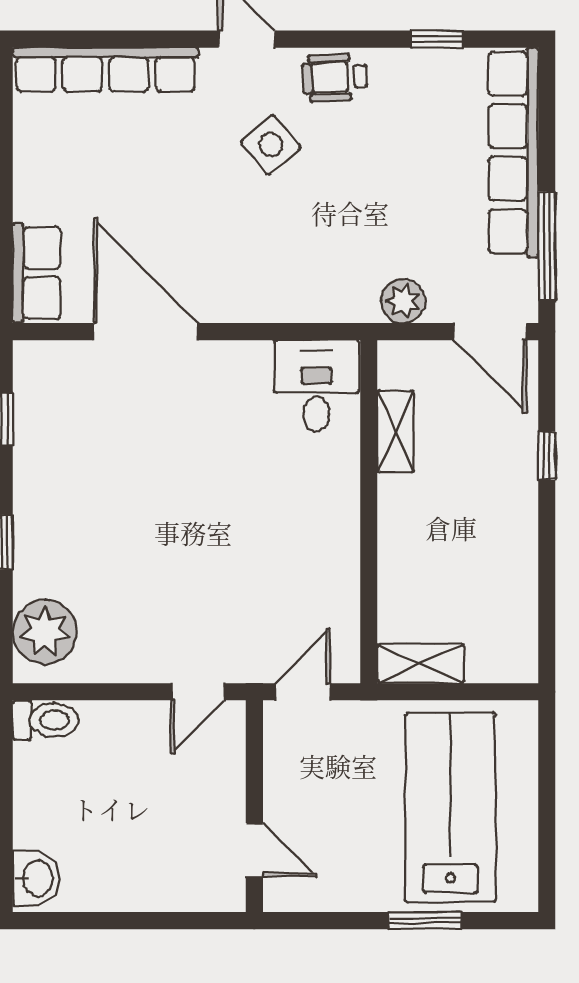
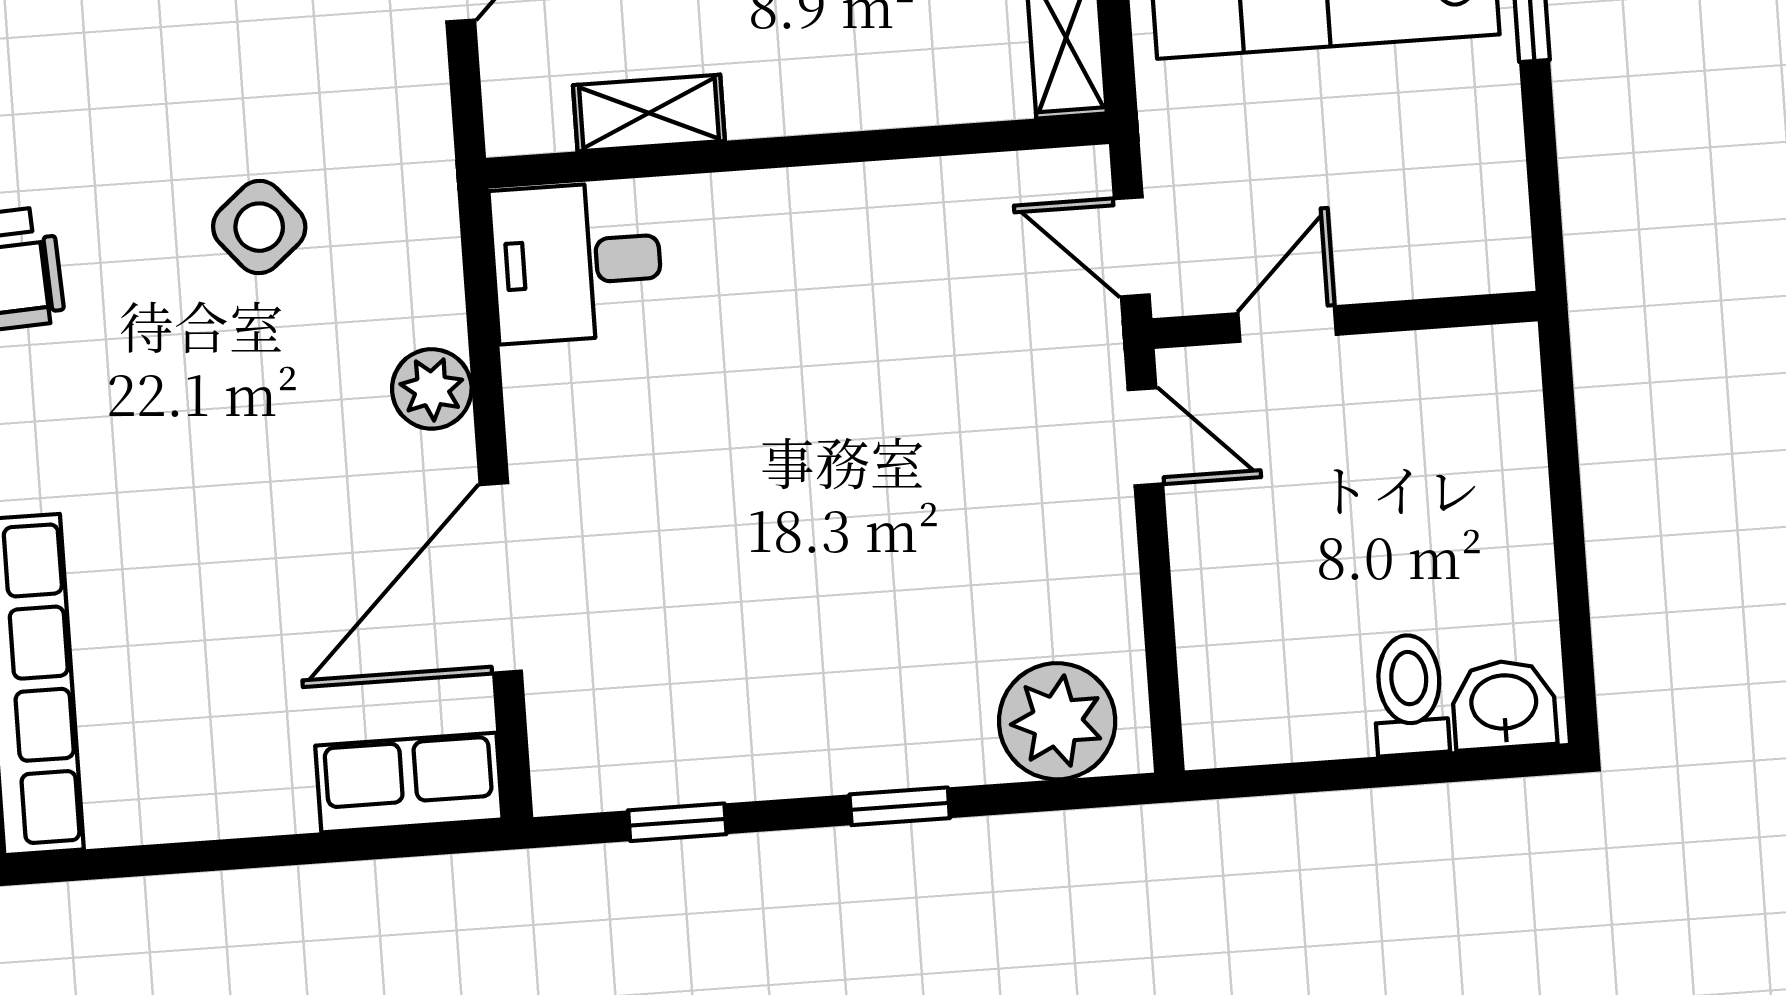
side table: (271, 145) -> (259, 227), moved
plant: (403, 301) -> (432, 389), moved
toilet: (46, 720) -> (1410, 695), moved
door: (254, 850) -> (1287, 324), moved

